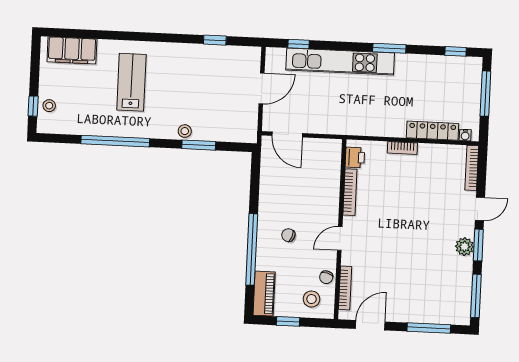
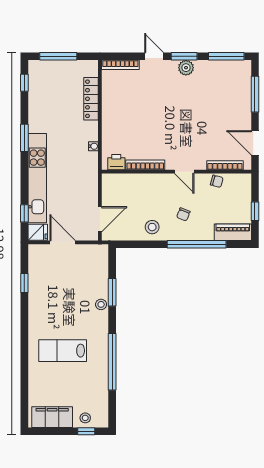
filing cabinet: (72, 50) -> (52, 417), moved, turned -90
fridge: (275, 59) -> (38, 232), added
water cooler: (465, 135) -> (93, 146), moved
bookcase: (402, 148) -> (107, 123), removed
stool: (311, 299) -> (152, 227), moved

